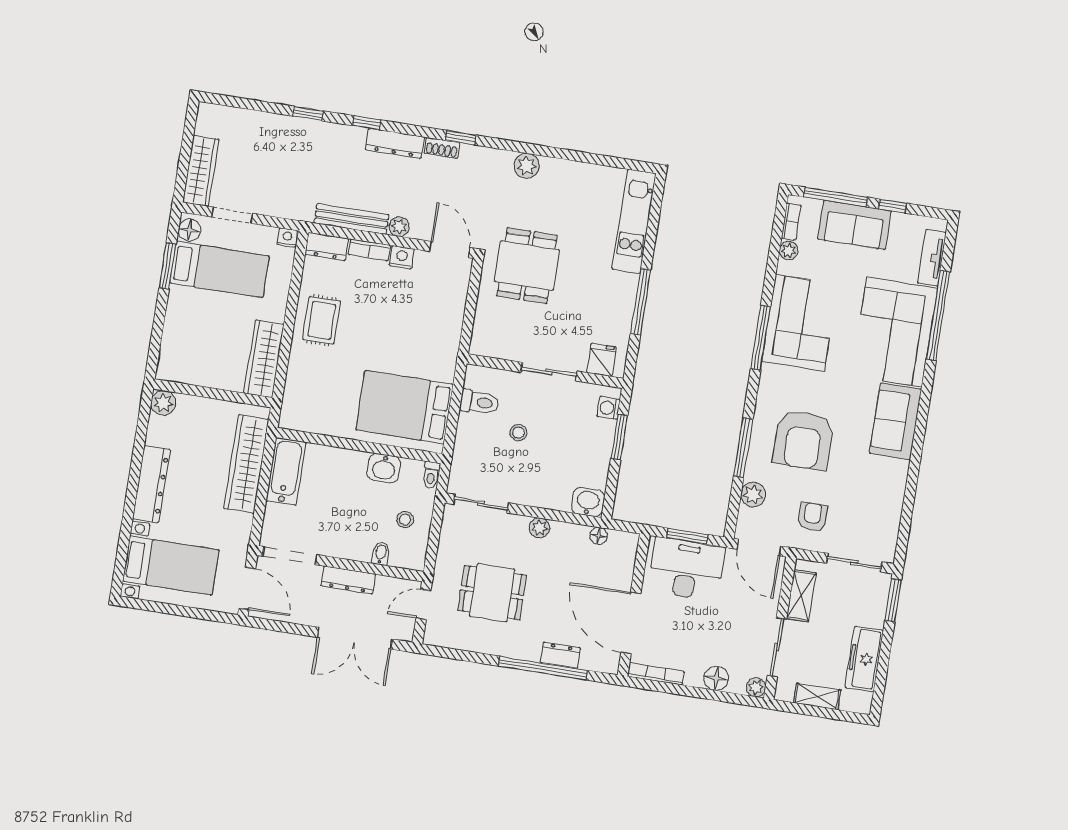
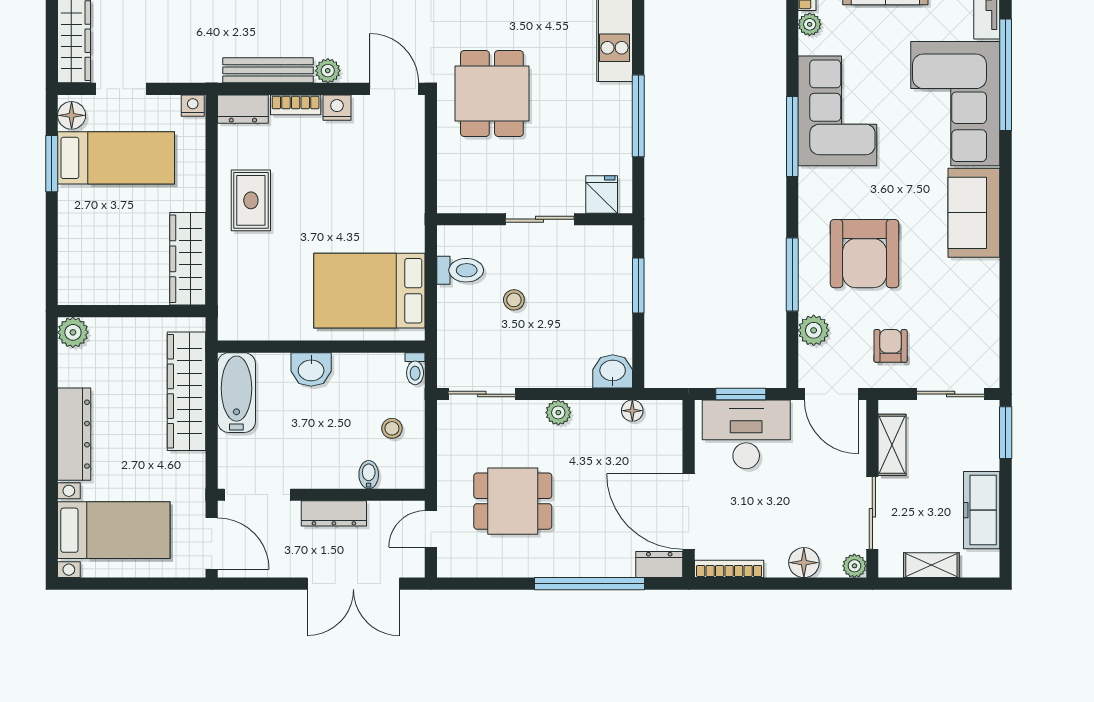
washing machine: (608, 408) -> (620, 252), removed
washbasin: (384, 468) -> (311, 369), moved
dresser: (560, 655) -> (659, 565), moved

